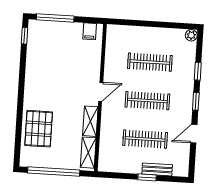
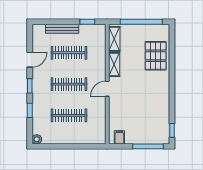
bench: (157, 169) -> (62, 29), width x1.36
window: (147, 177) -> (87, 22), moved

